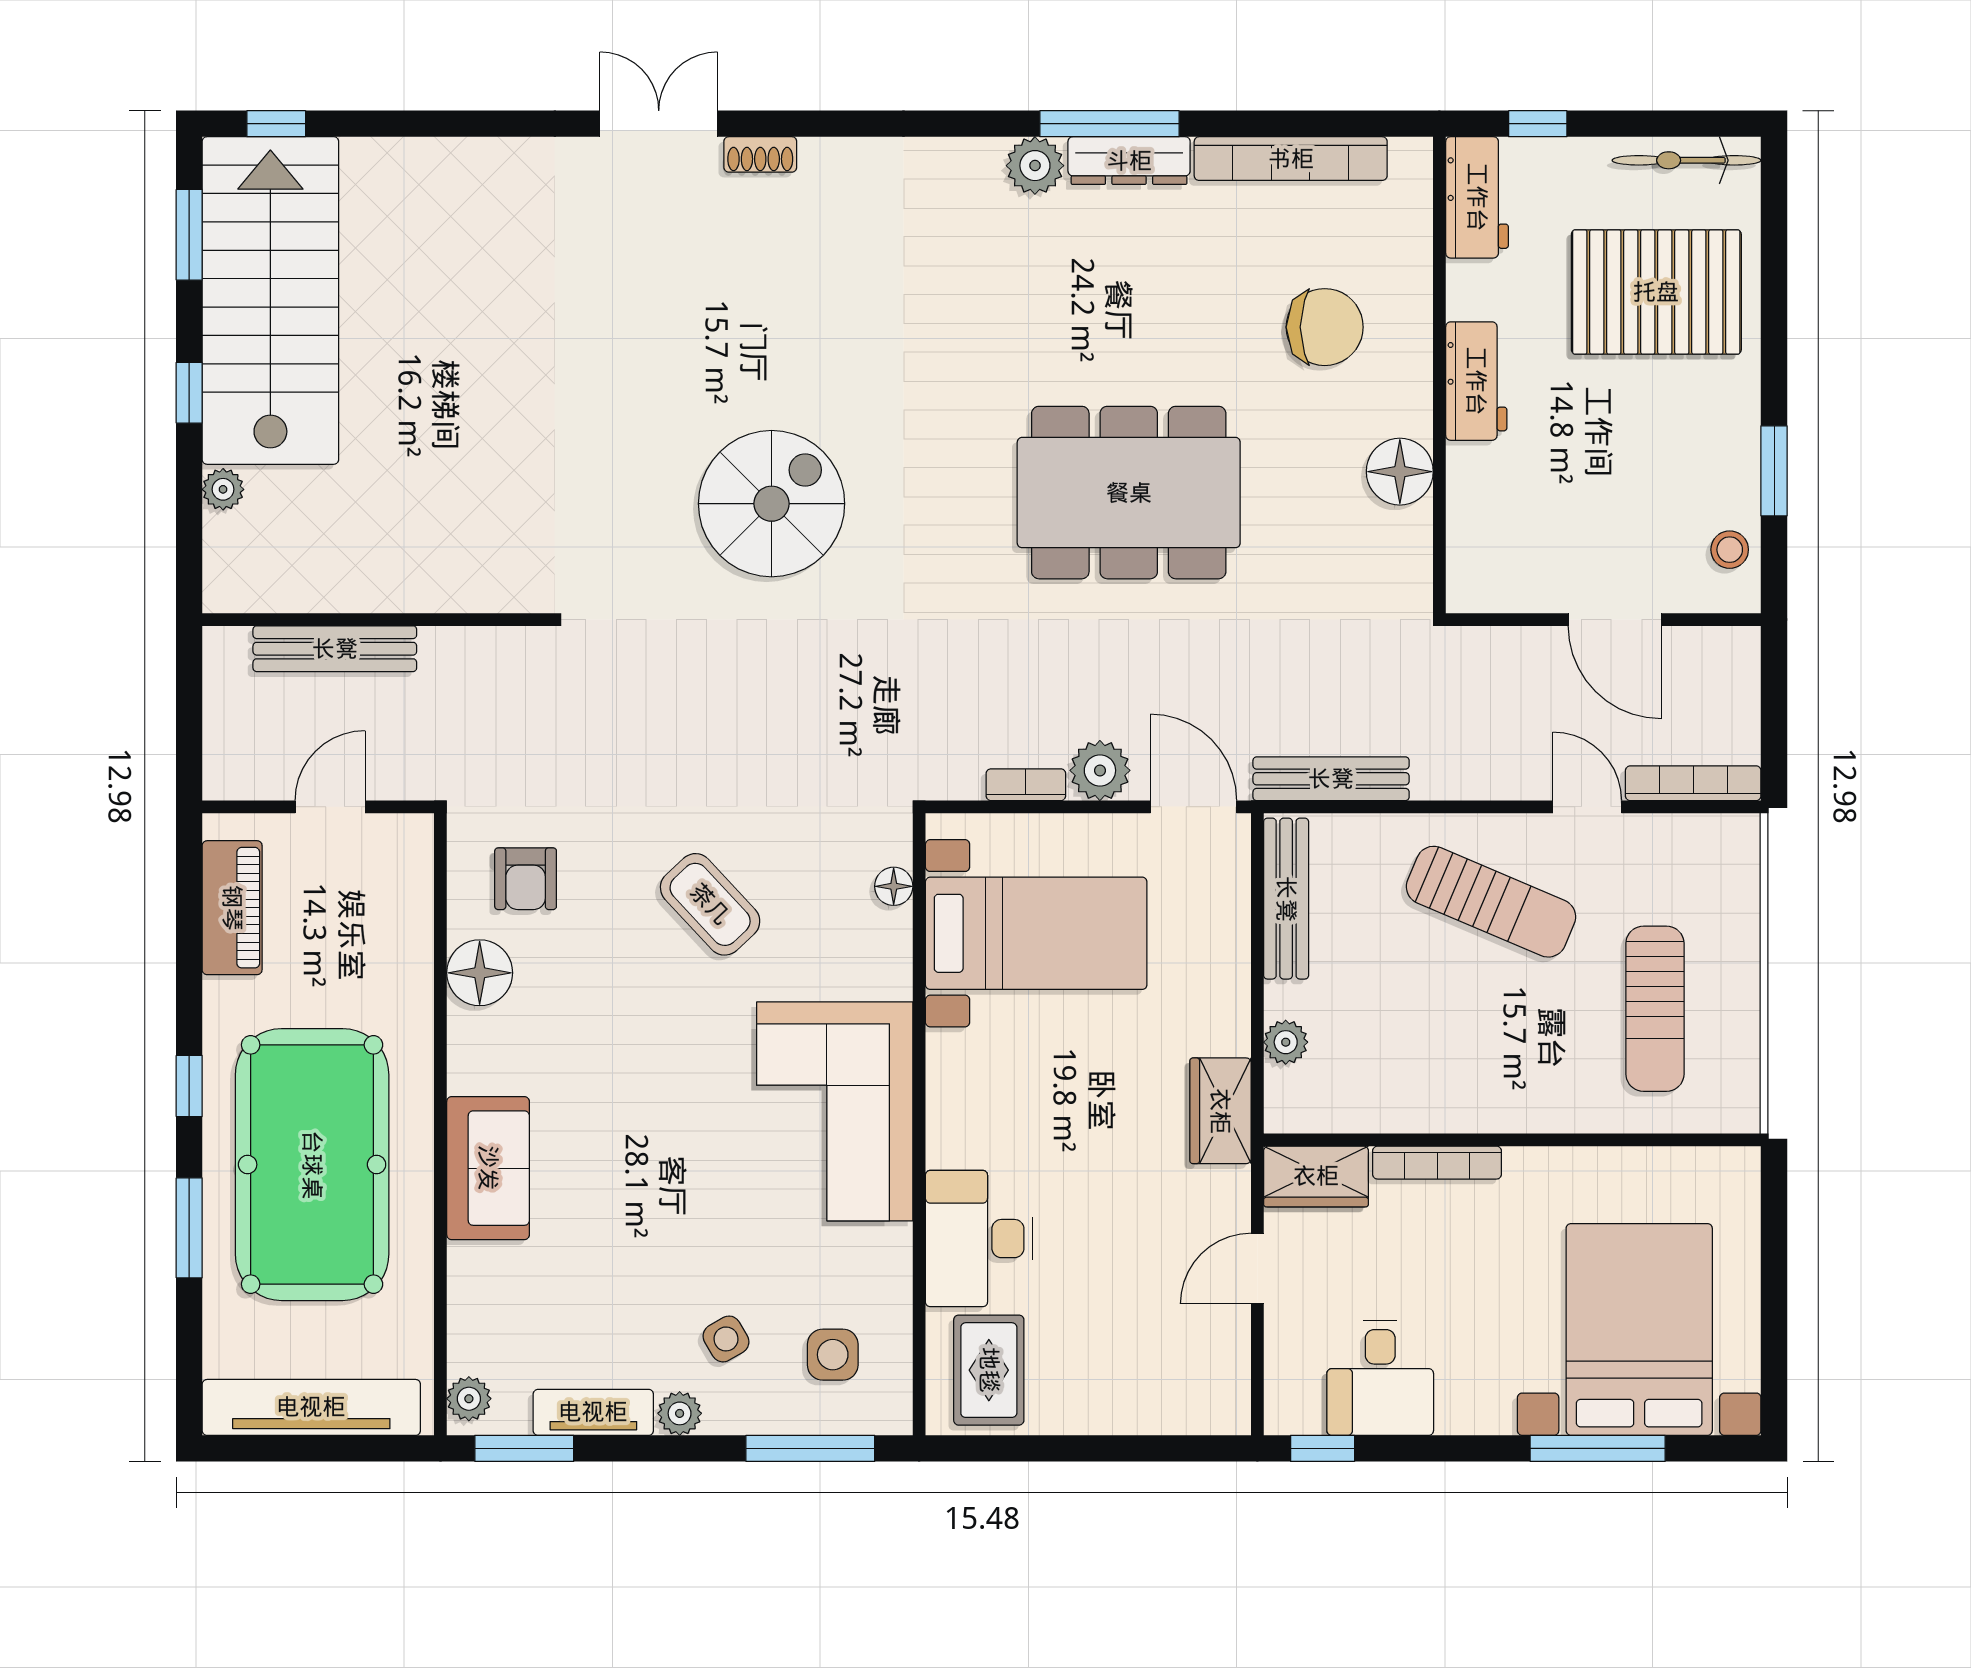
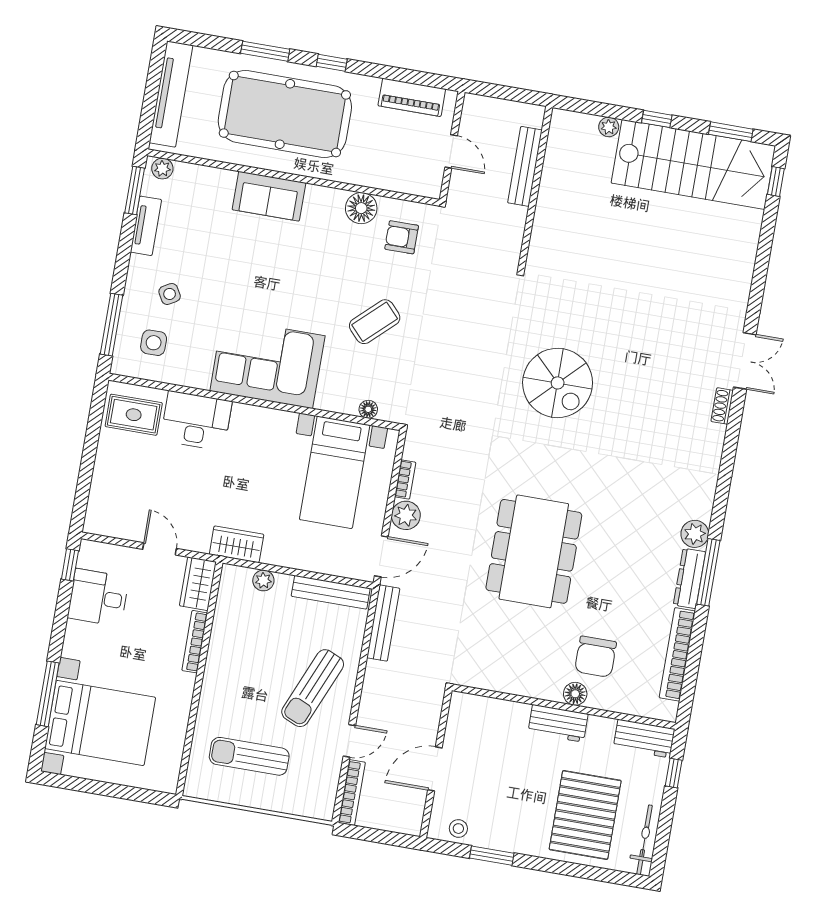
floor lamp: (1400, 472) -> (575, 694), moved, width x0.73, depth x0.73
plant: (680, 1413) -> (138, 266), removed

